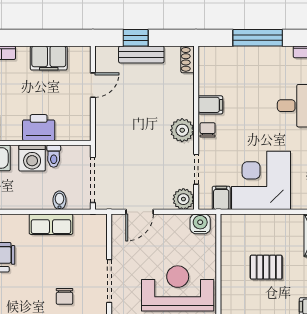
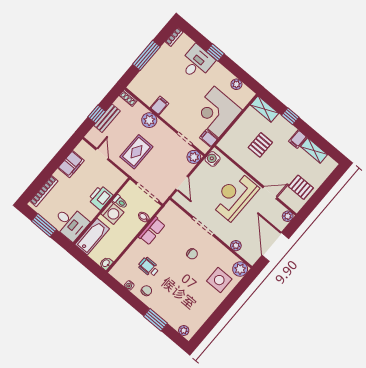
rug: (131, 124) -> (136, 152), added
plant: (182, 130) -> (149, 120), moved
chair: (208, 130) -> (170, 117), removed

